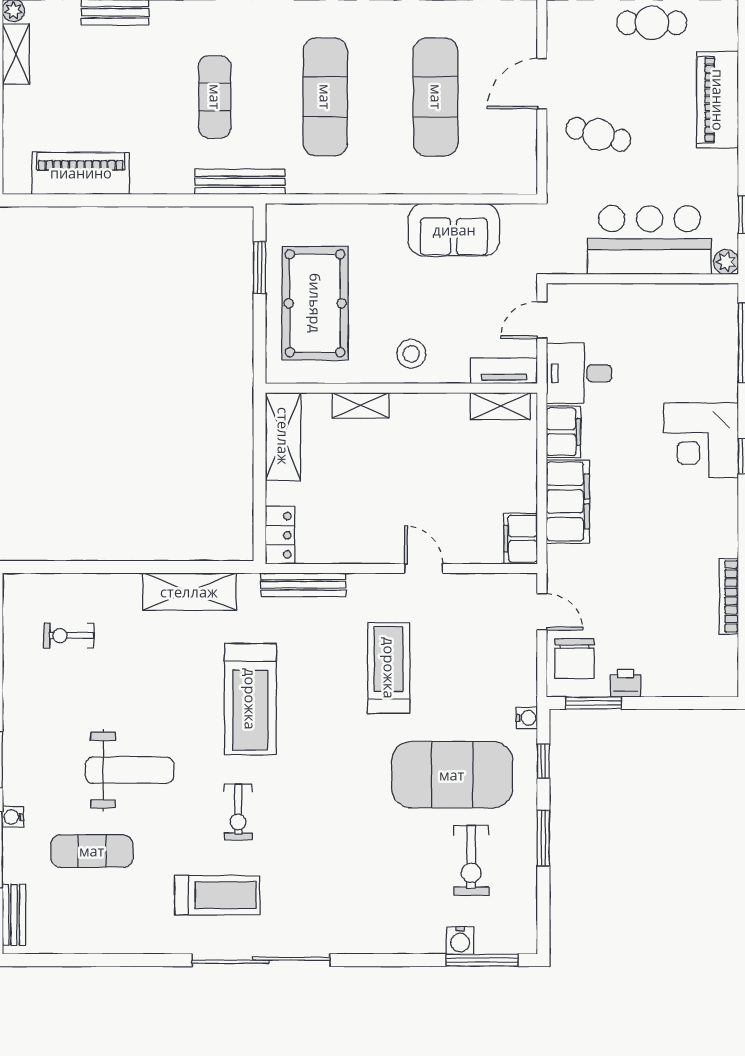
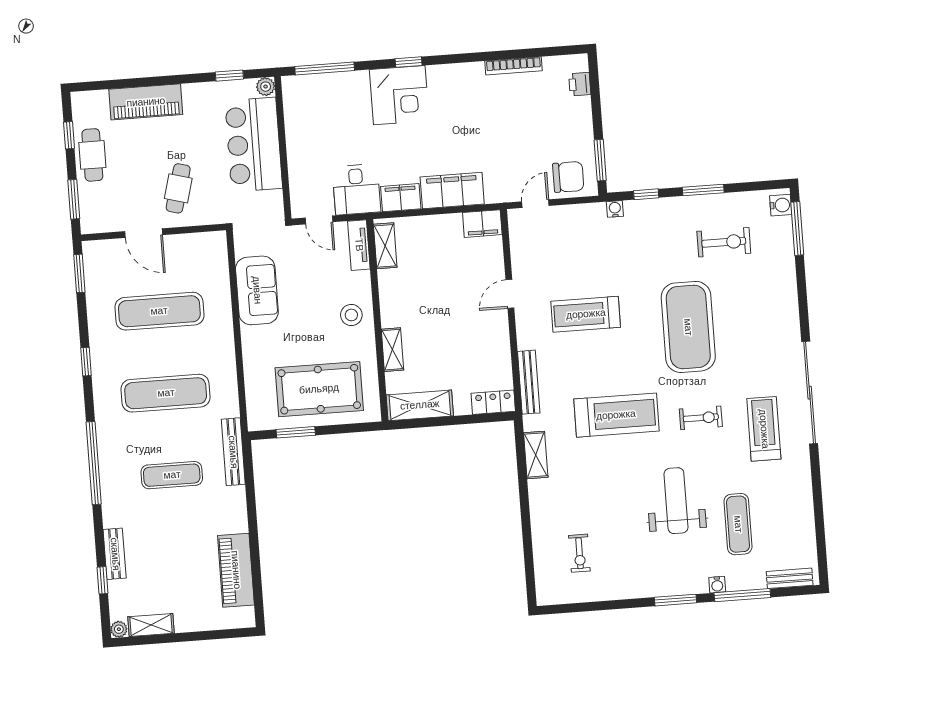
shelving: (189, 592) -> (536, 455), width x0.67, depth x0.75
printer: (626, 683) -> (580, 84), moved
exercise mat: (452, 775) -> (688, 327), moved
water cooler: (460, 940) -> (781, 205), moved

